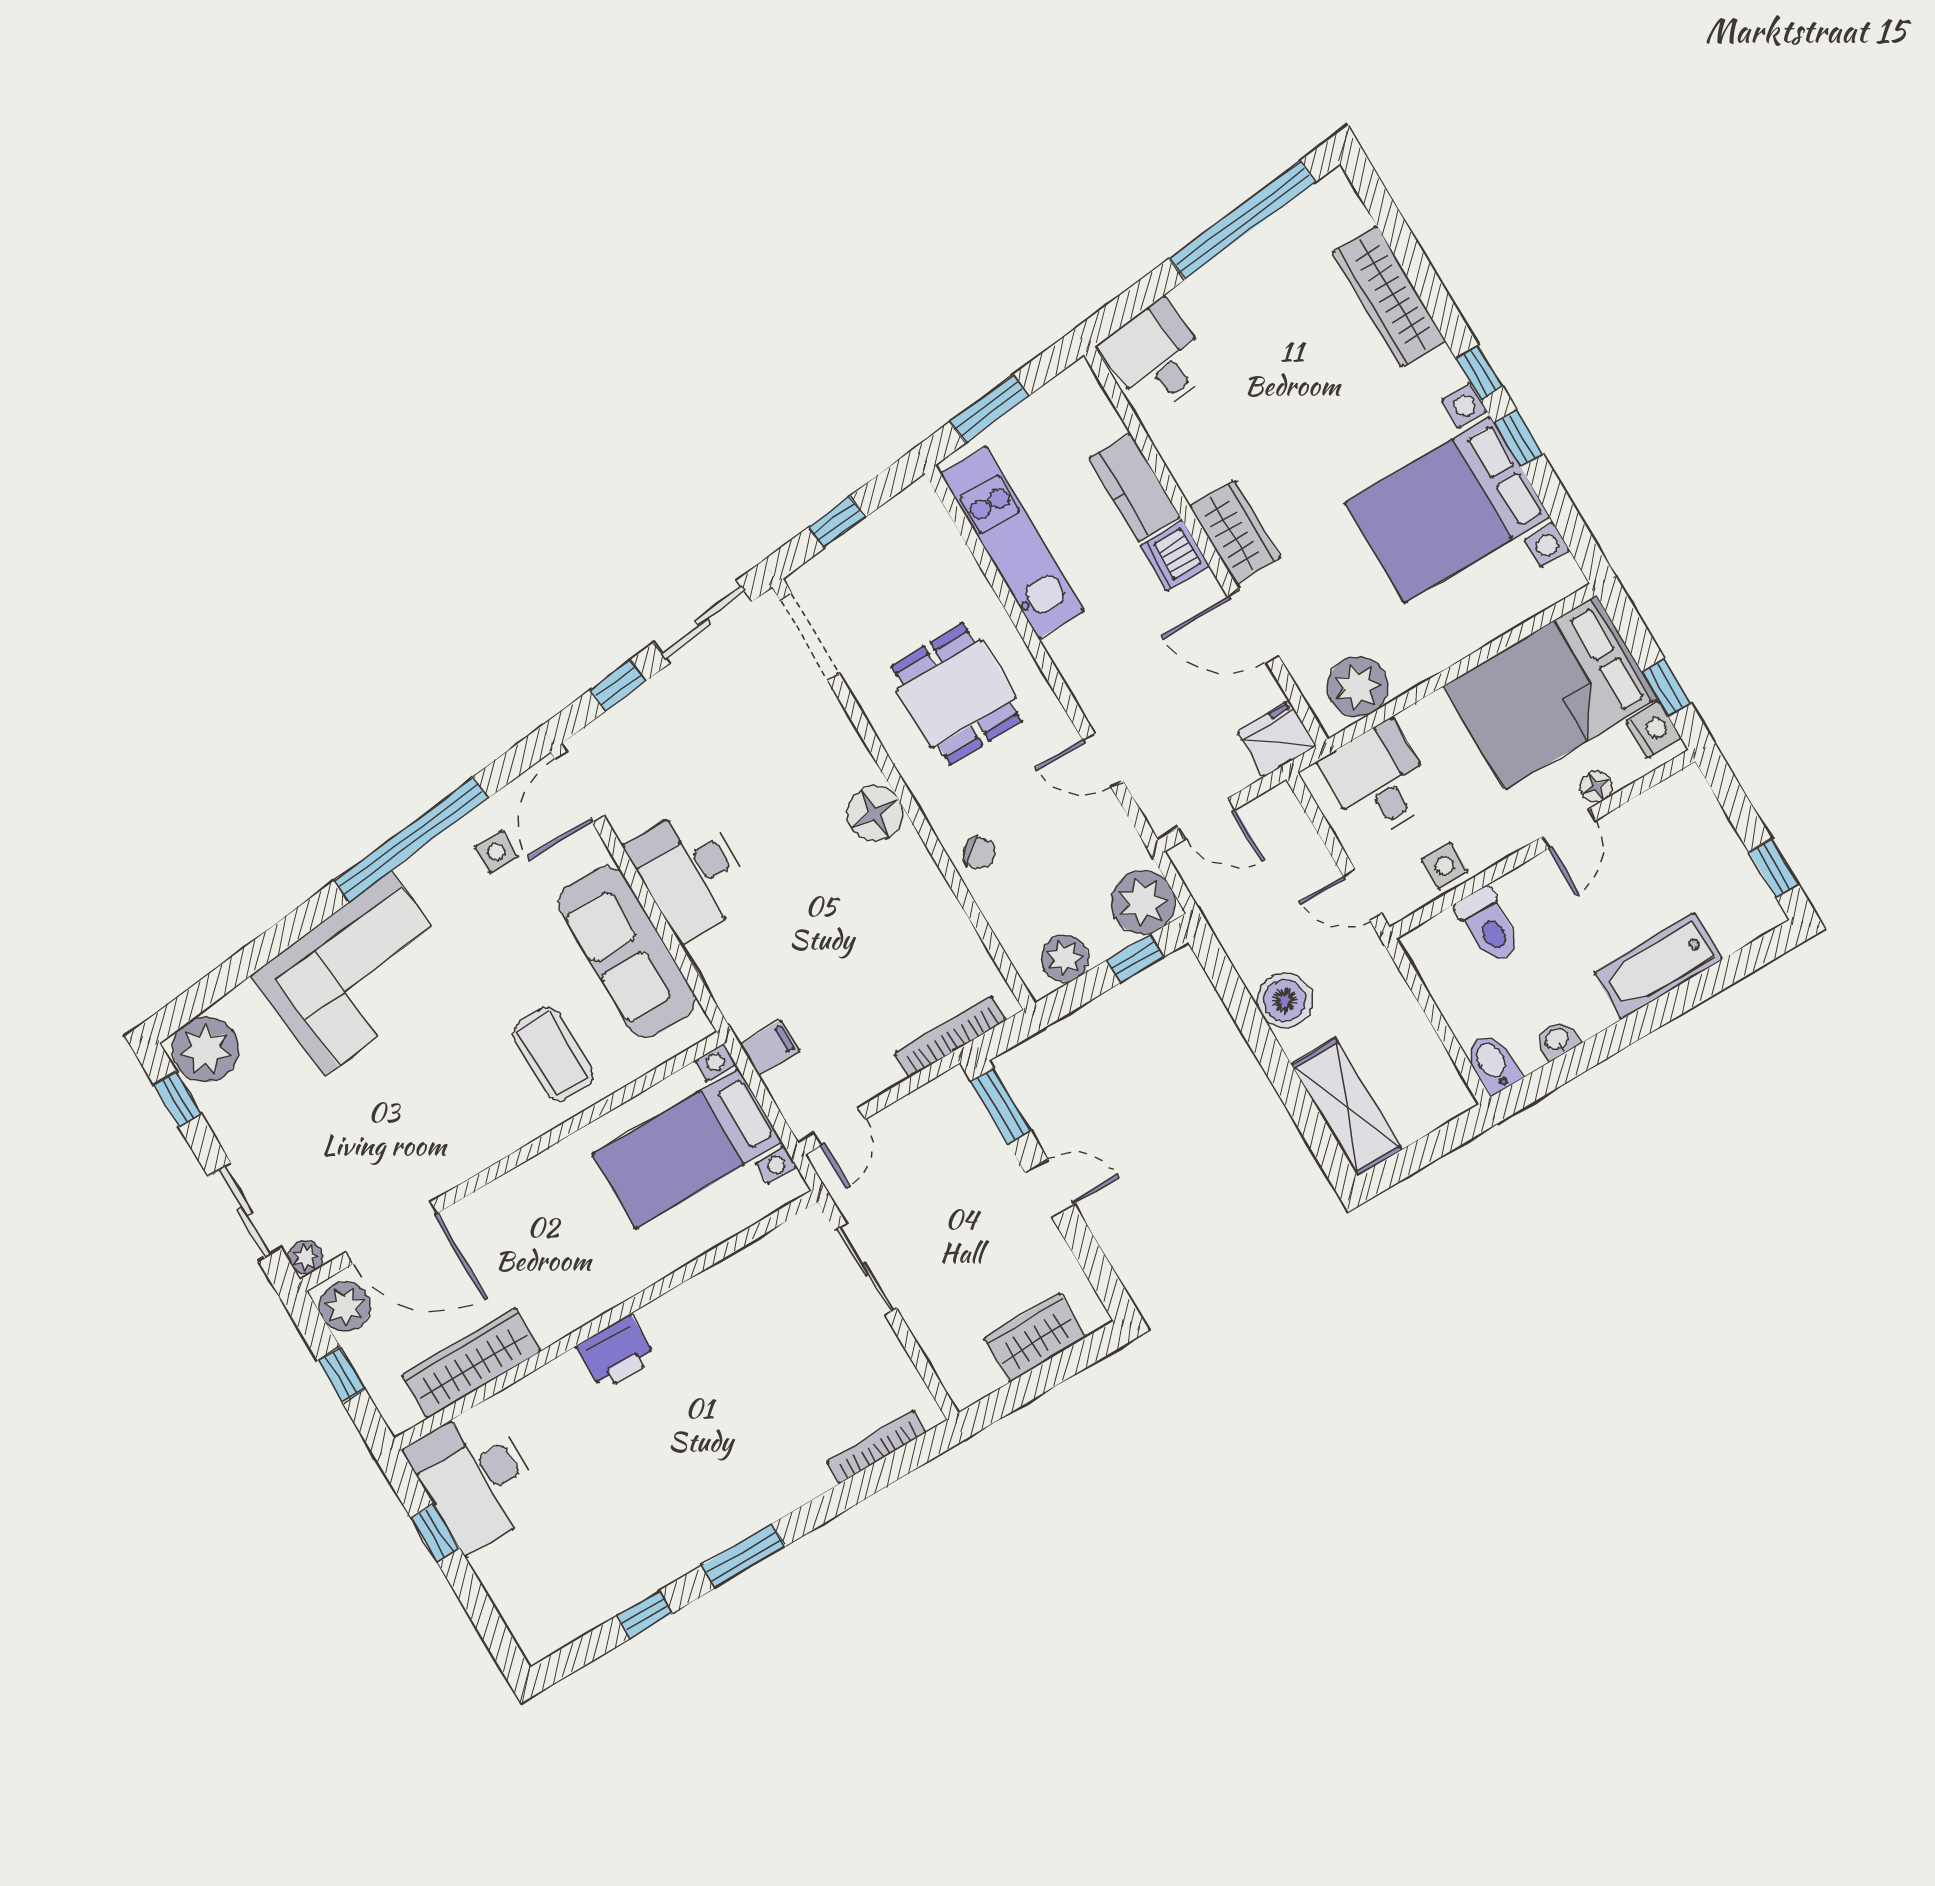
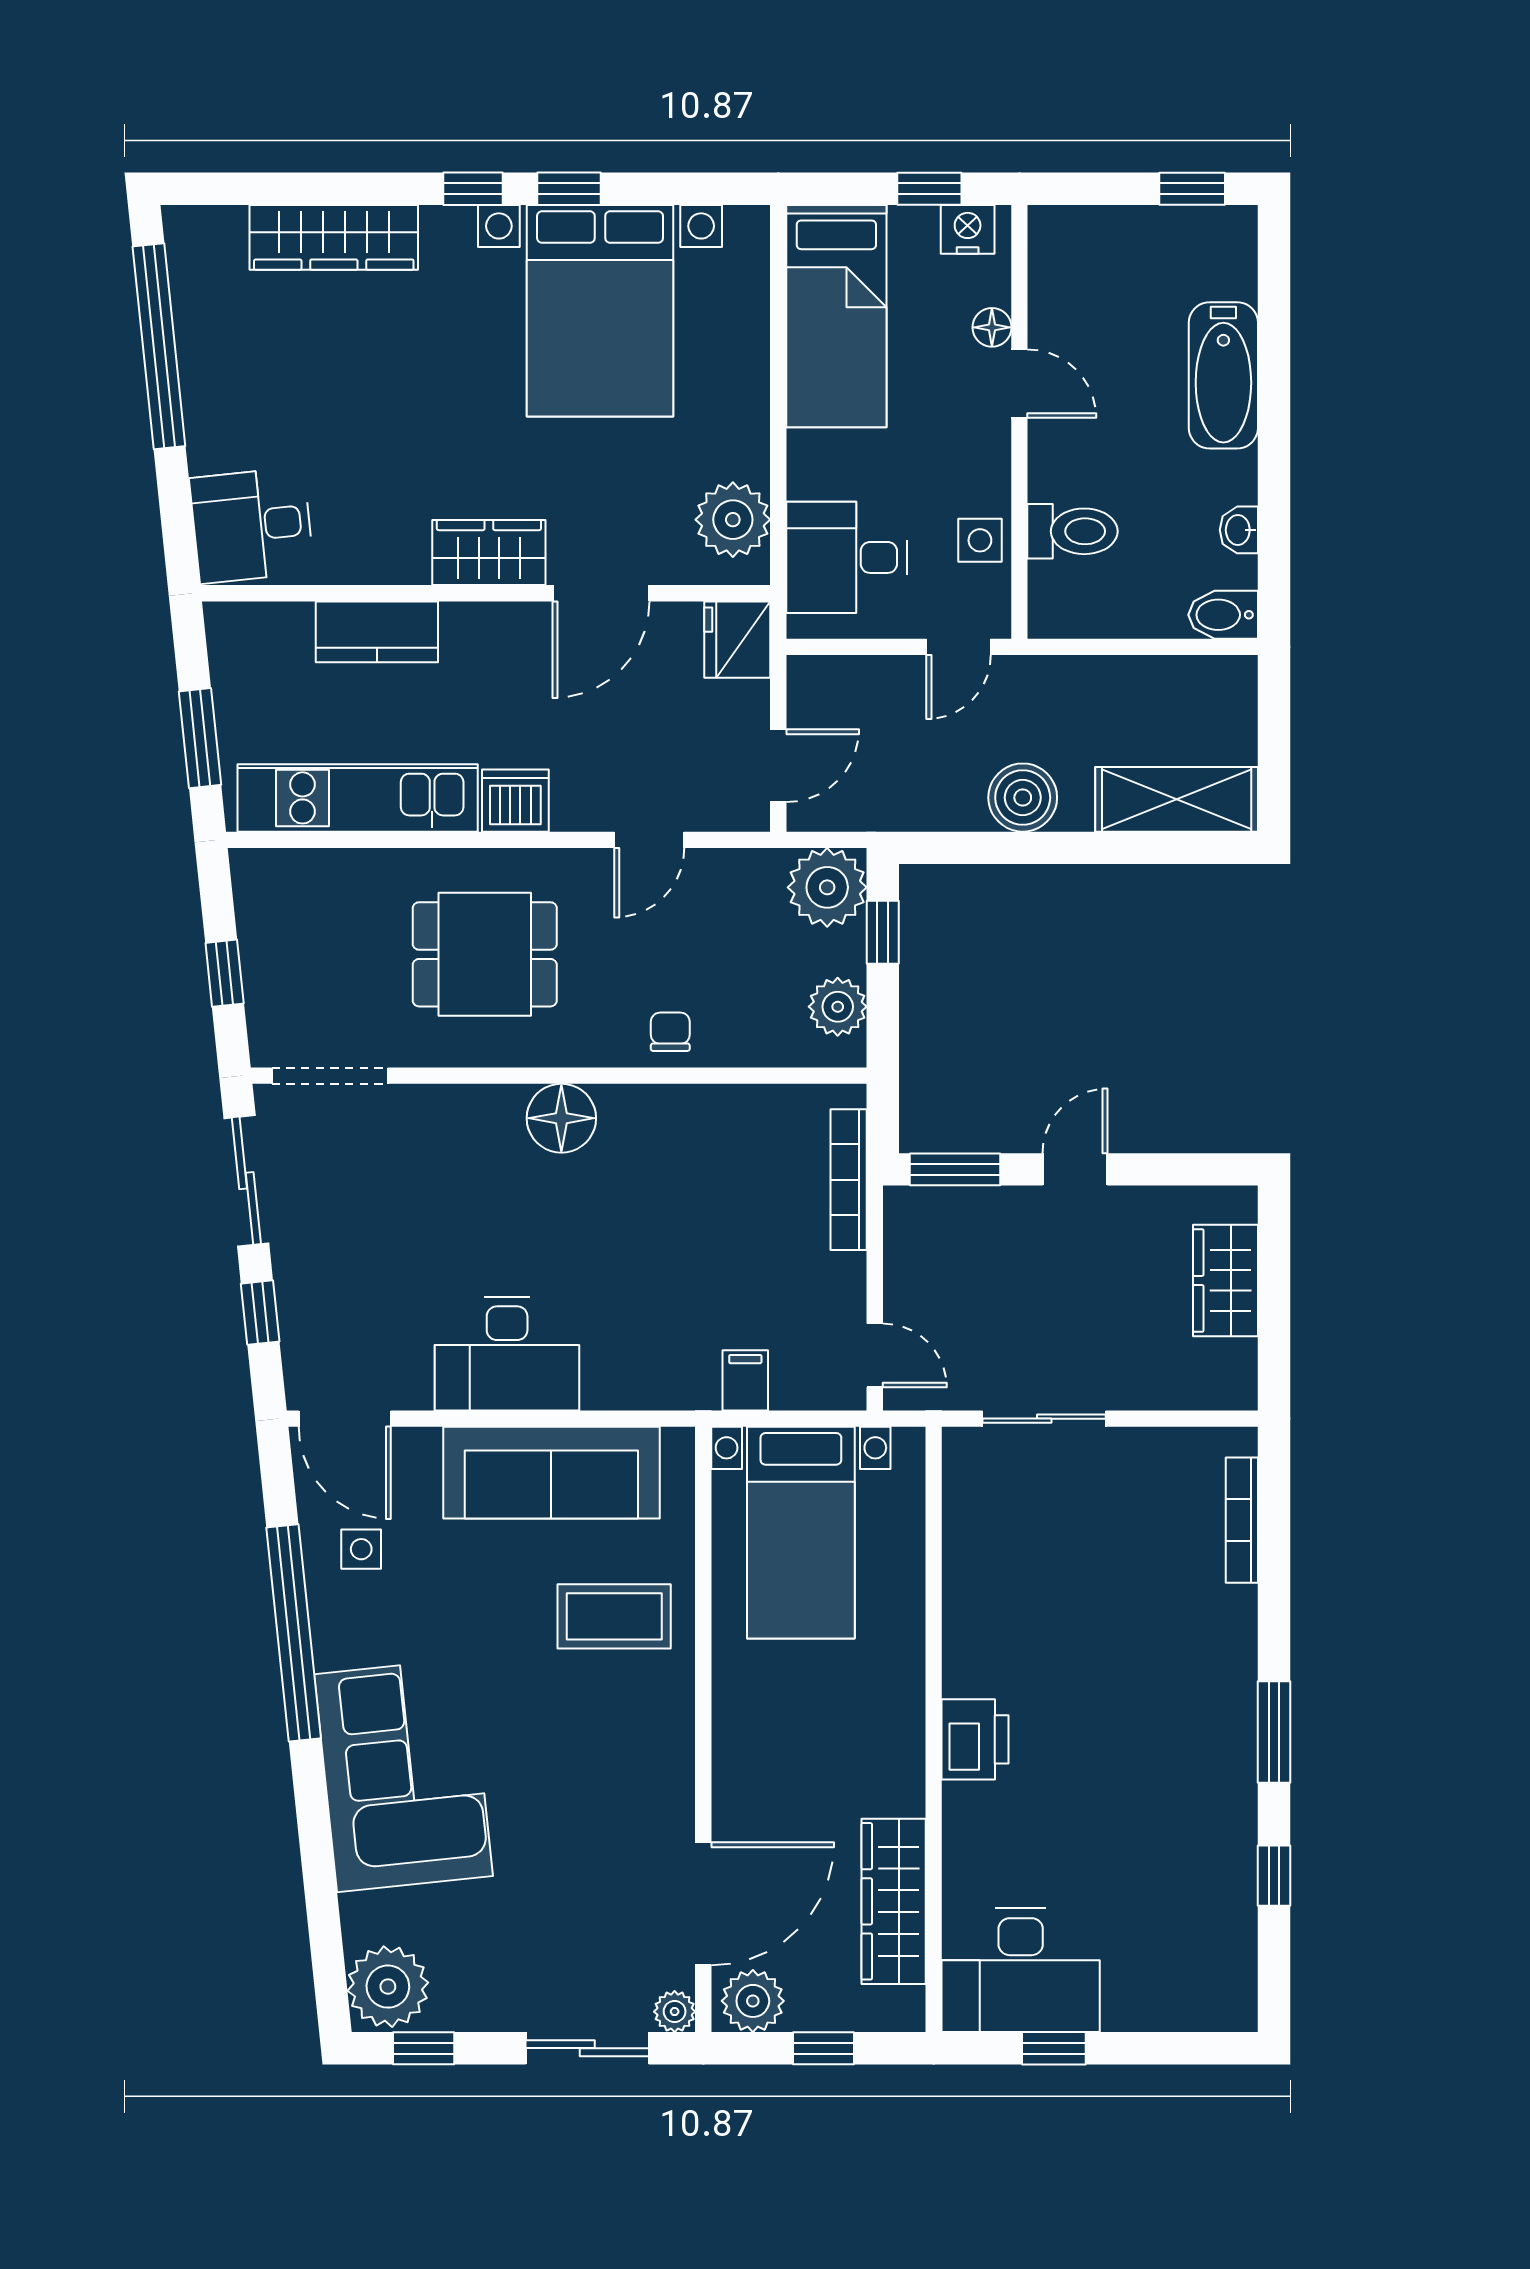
dishwasher: (1175, 556) -> (515, 801), moved, turned 180
bed: (1551, 692) -> (836, 316), width x0.67
chair: (979, 853) -> (670, 1032), turned -48

